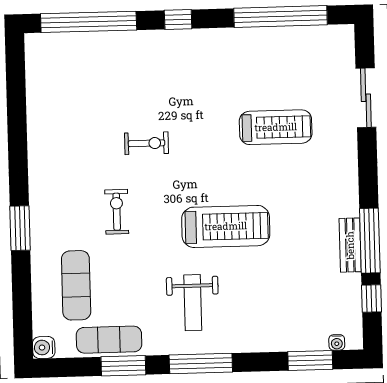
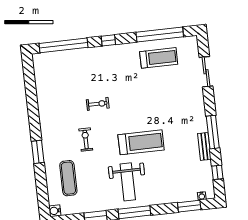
treadmill: (276, 127) -> (159, 58), moved
window: (370, 241) -> (213, 132), moved
weight bench: (193, 303) -> (128, 182), width x1.36, depth x1.33
exercise mat: (109, 340) -> (87, 204), removed

